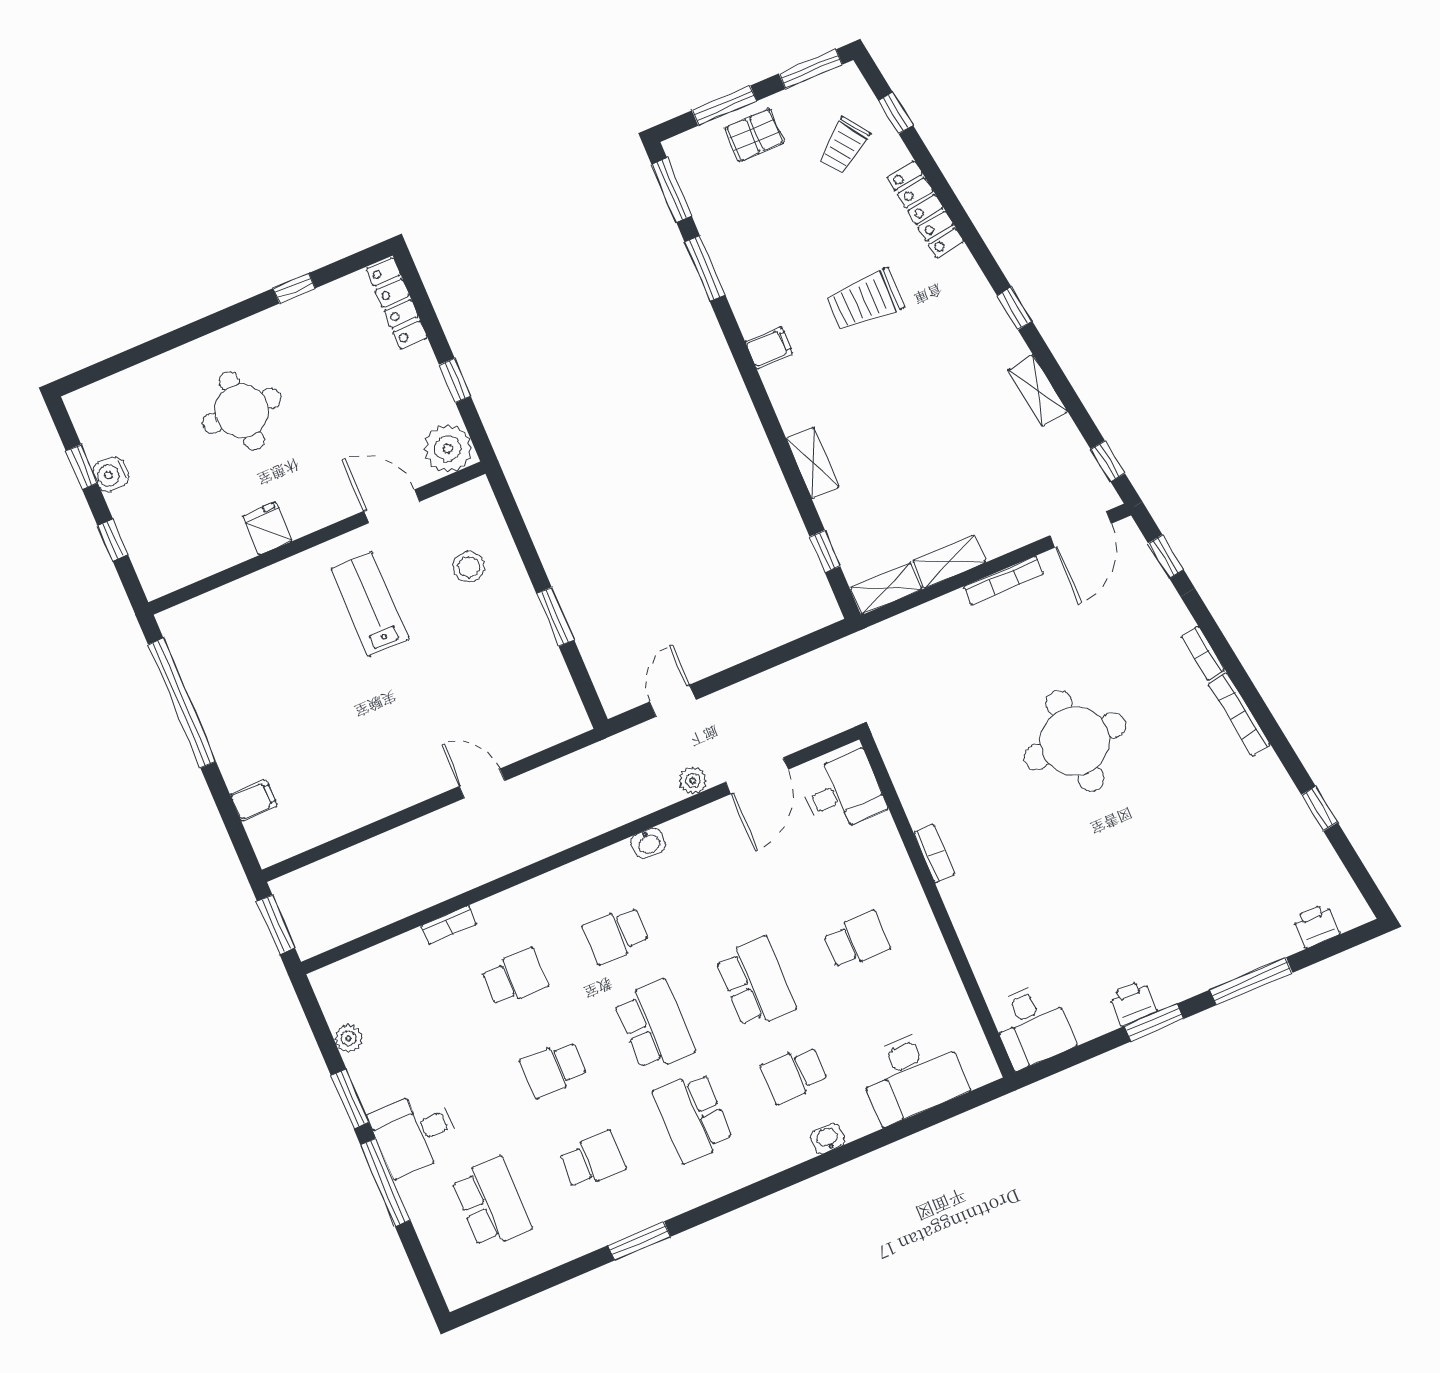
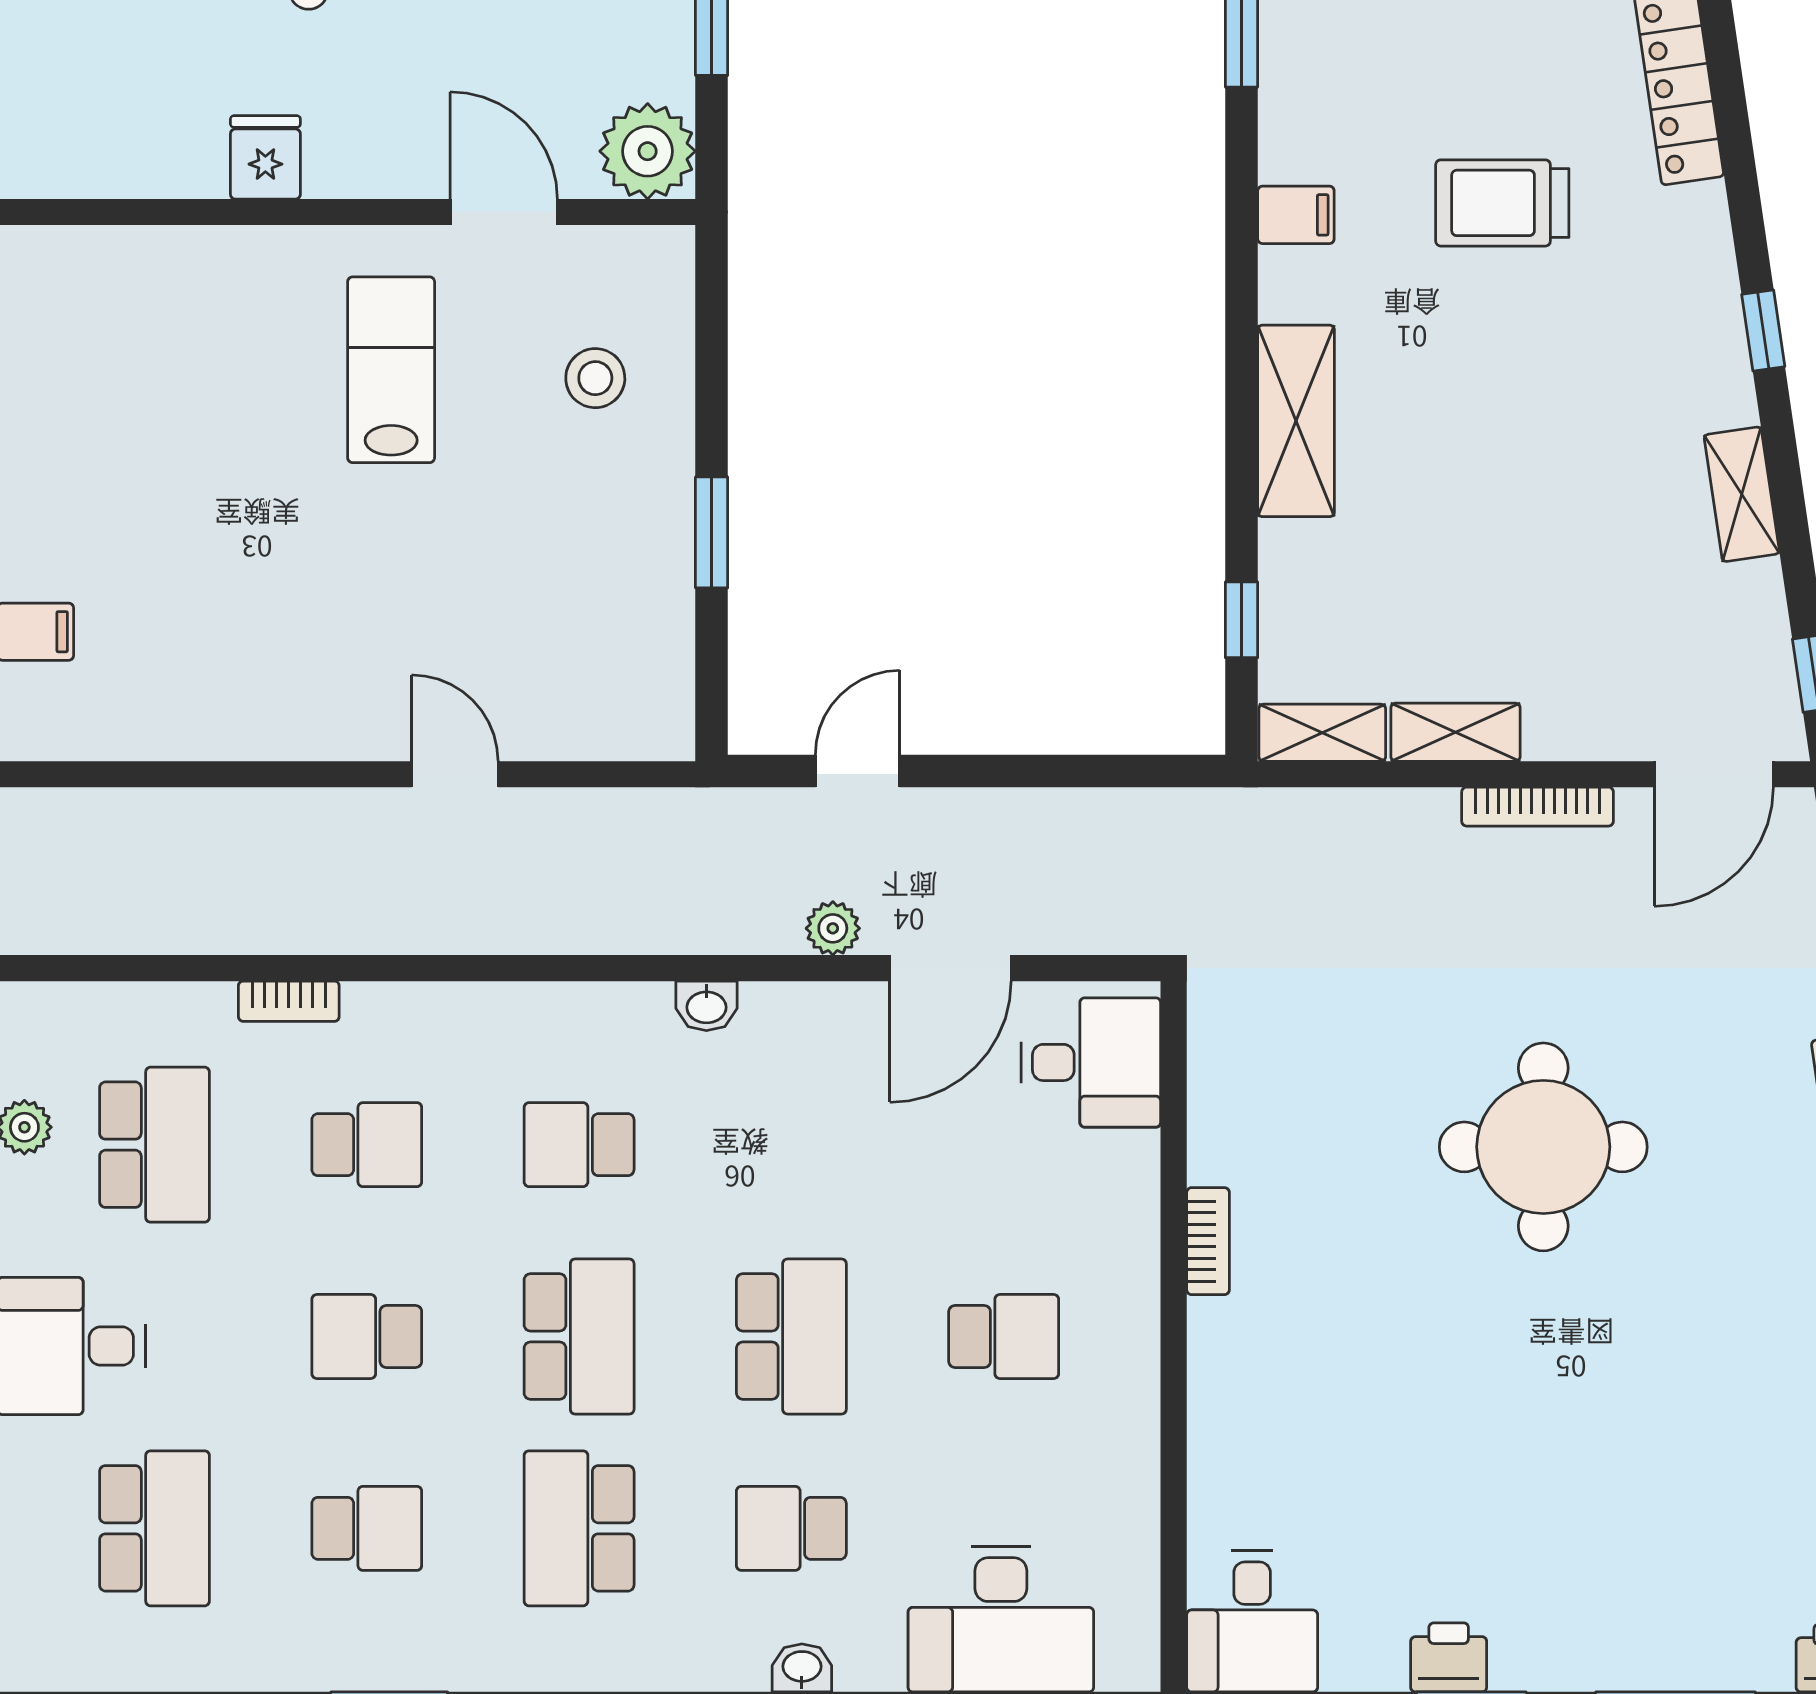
shelving: (813, 463) -> (1296, 421), width x1.50, depth x1.33
school desk: (414, 1020) -> (154, 1145), added

